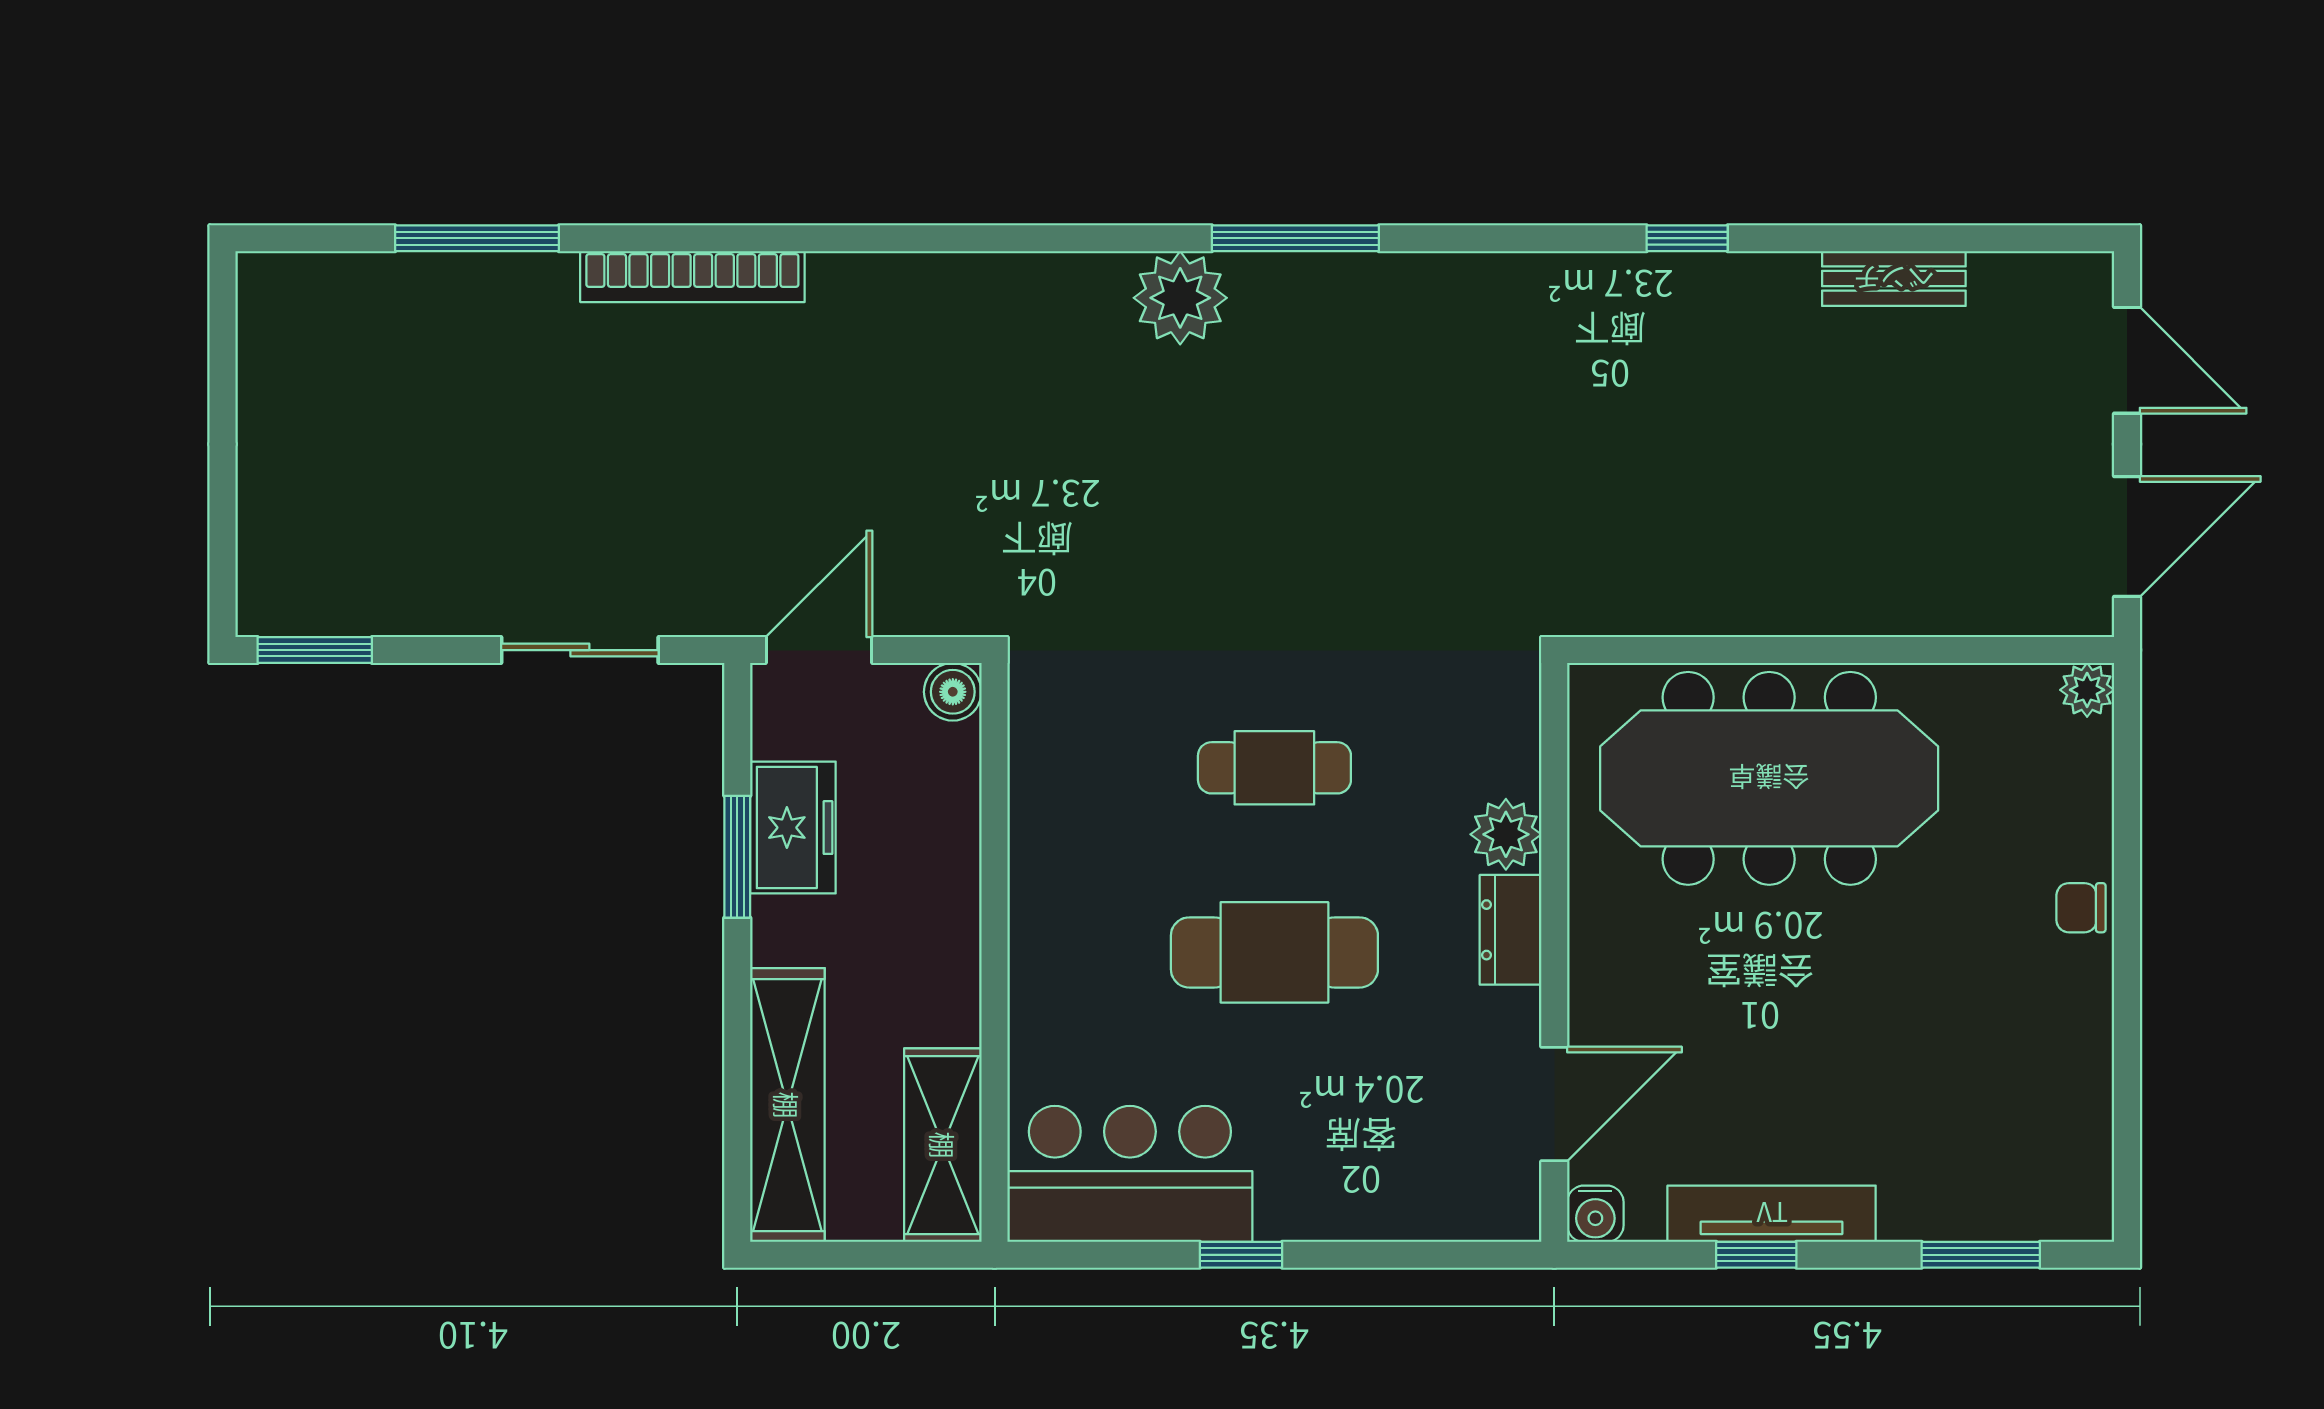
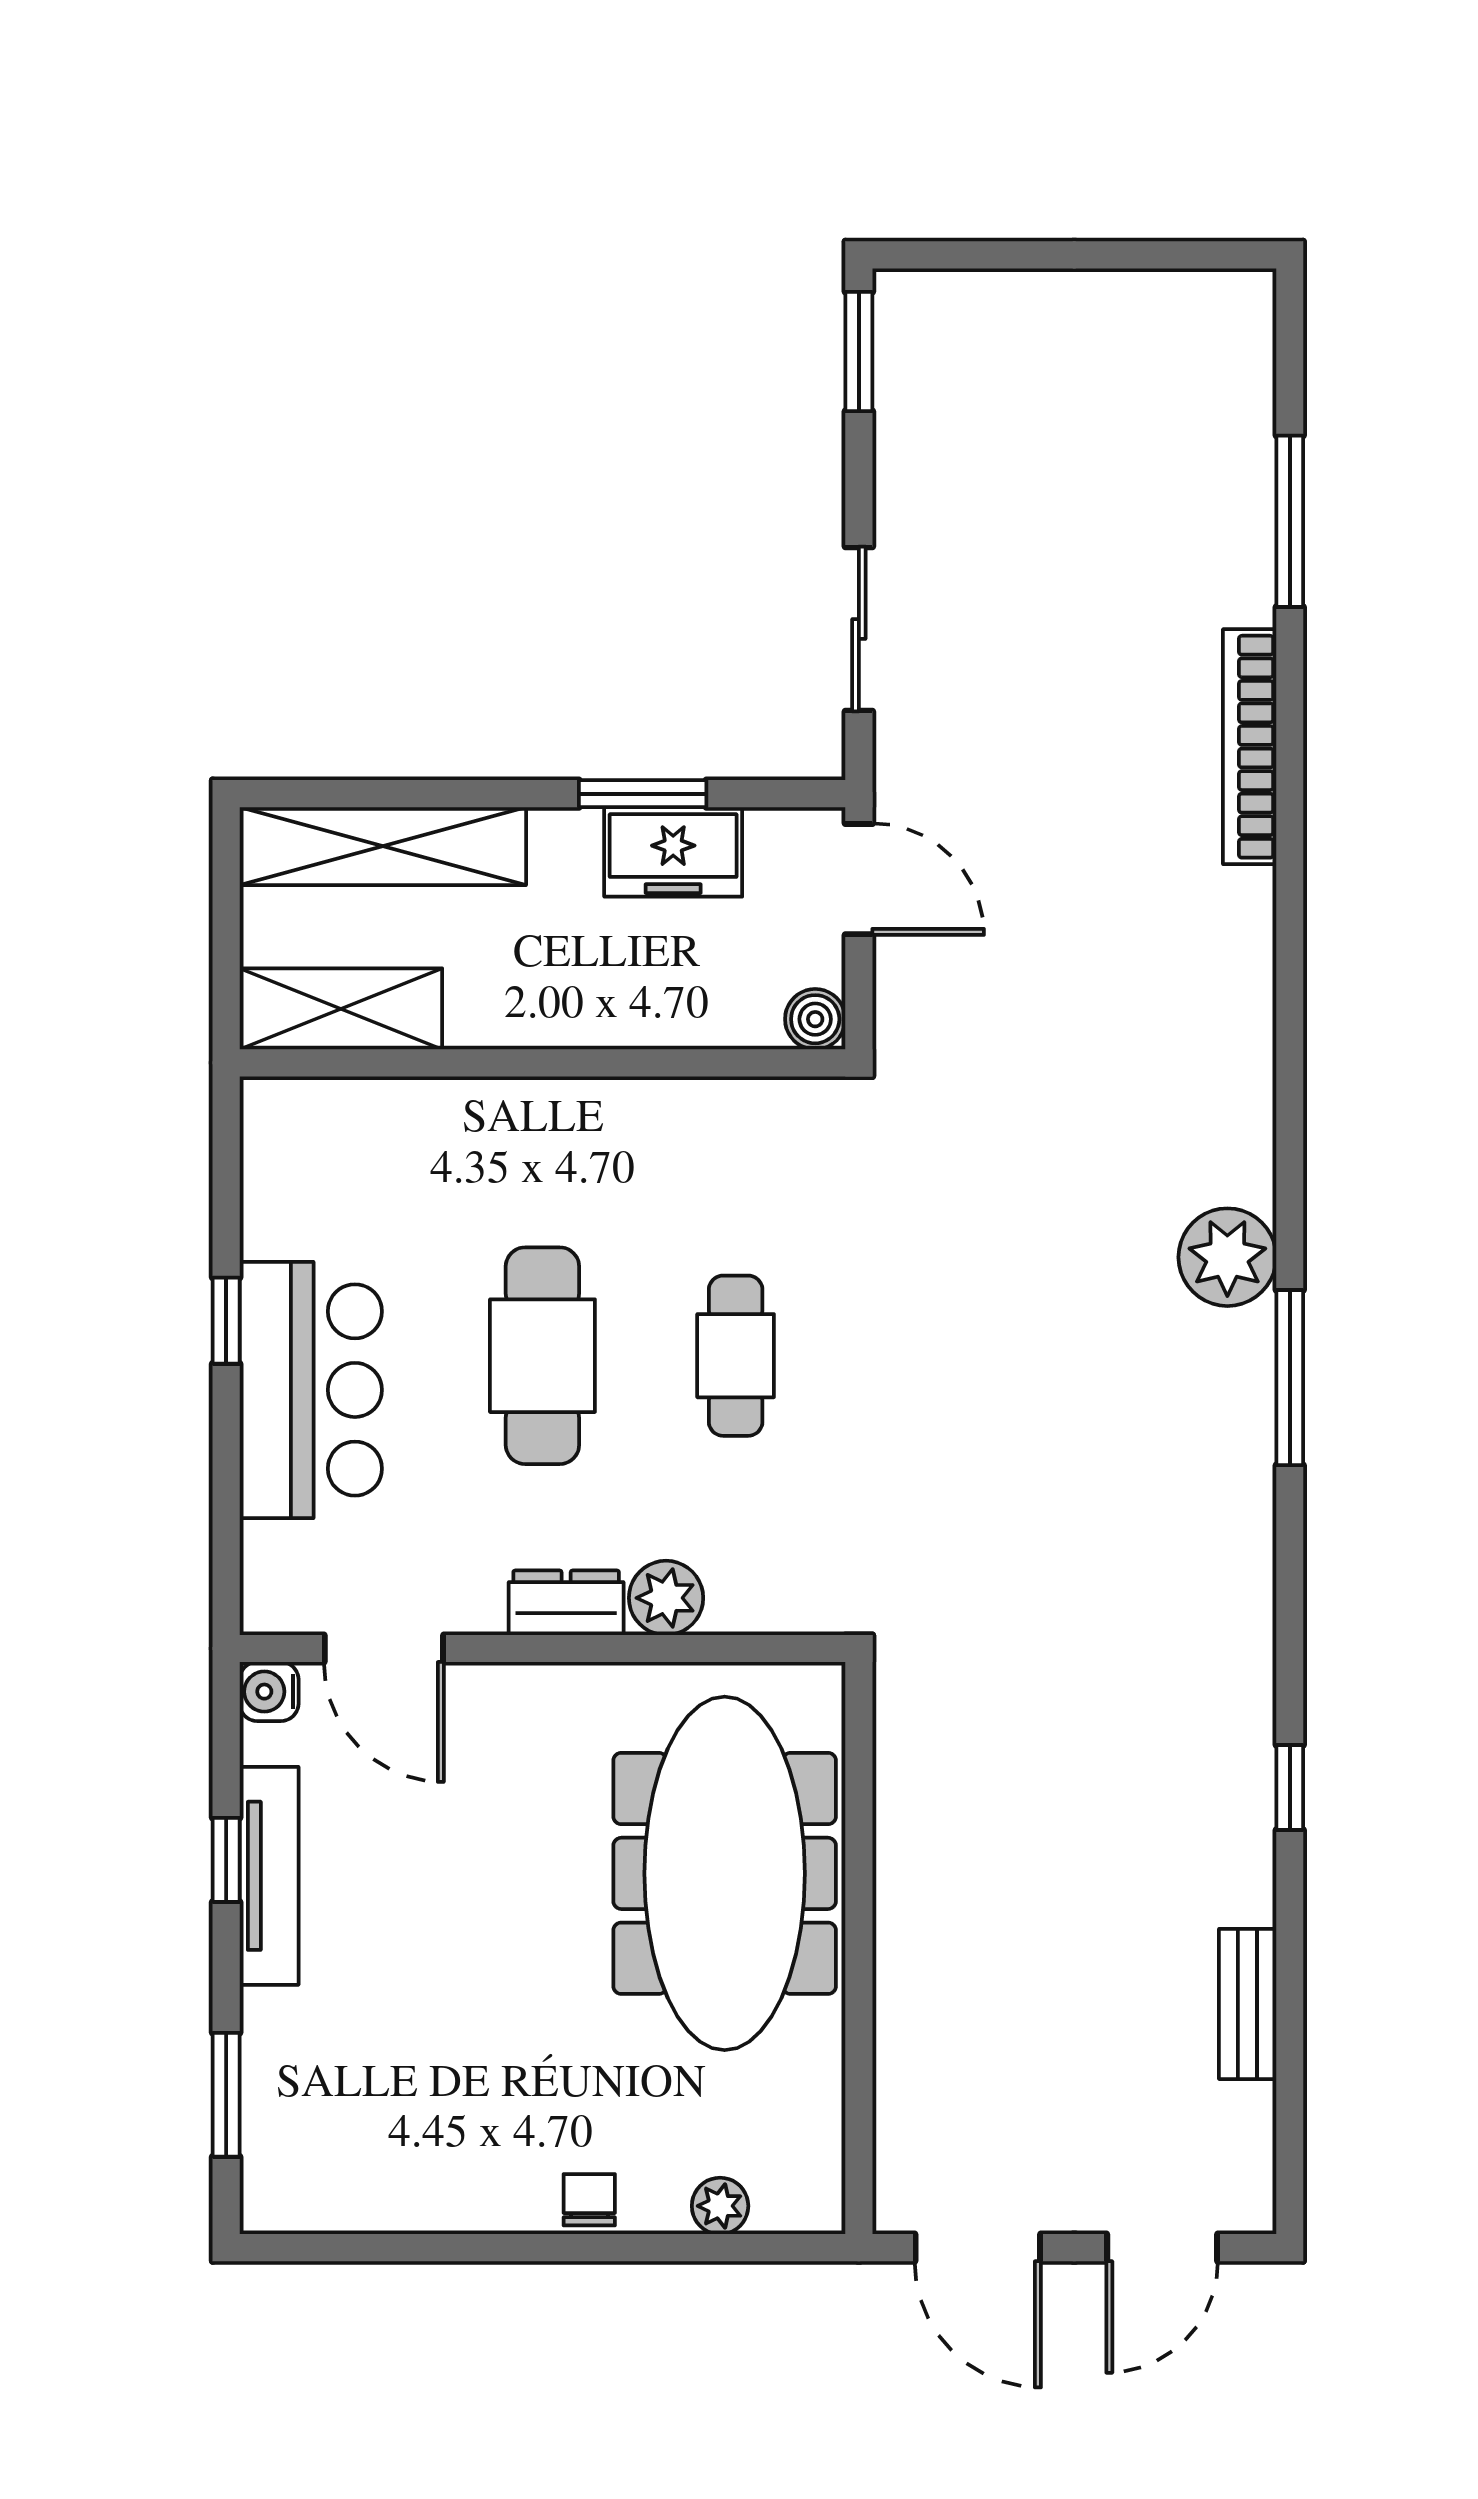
plant: (2087, 690) -> (720, 2206), moved
bar counter: (1130, 1174) -> (311, 1390), moved

